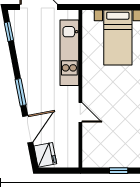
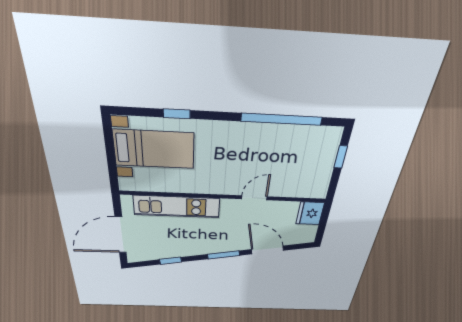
window: (9, 32) -> (171, 261), moved
fridge: (45, 155) -> (310, 213), moved, turned -79

